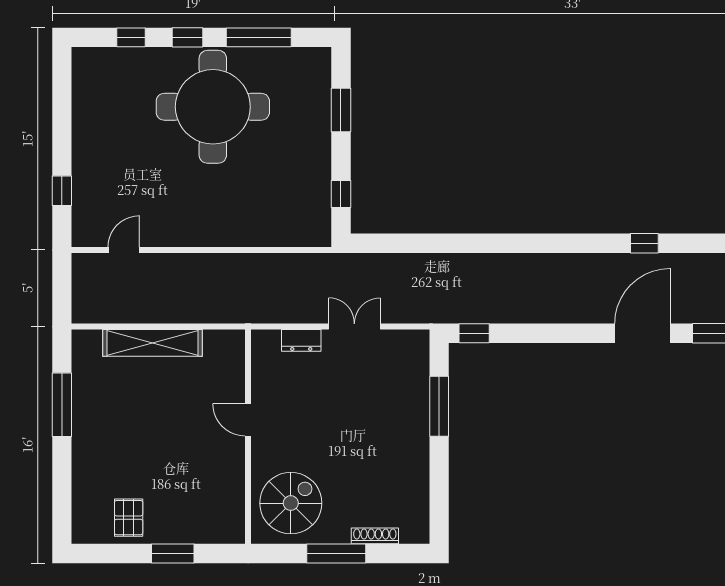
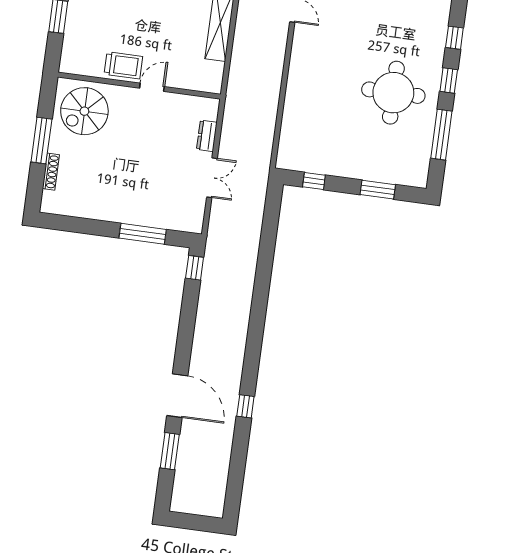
round table: (213, 107) -> (393, 93), width x0.73, depth x0.73
trolley: (225, 461) -> (123, 65), added
spiral stairs: (291, 503) -> (84, 111), turned 90

